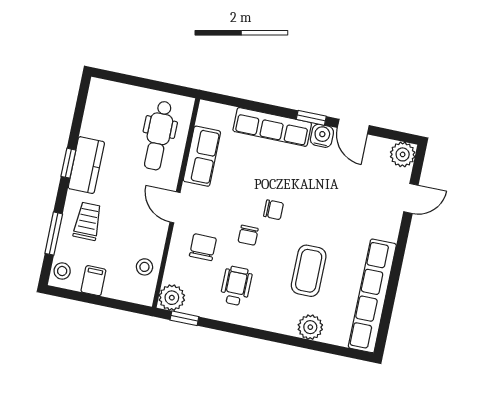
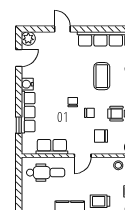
window: (311, 118) -> (19, 125), moved
door: (353, 127) -> (19, 58), moved
door: (411, 199) -> (62, 29), moved
coffee table: (309, 271) -> (102, 76), turned 90

